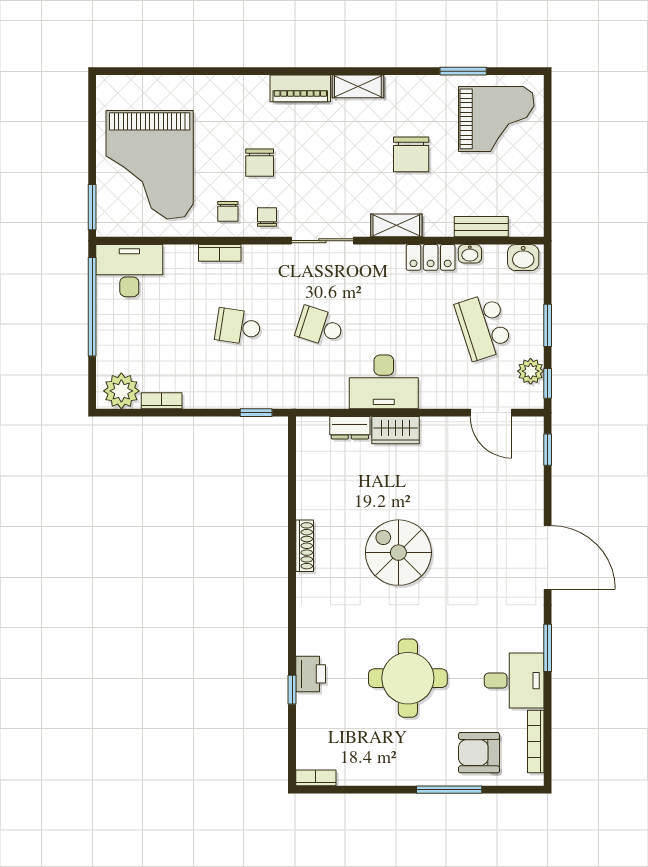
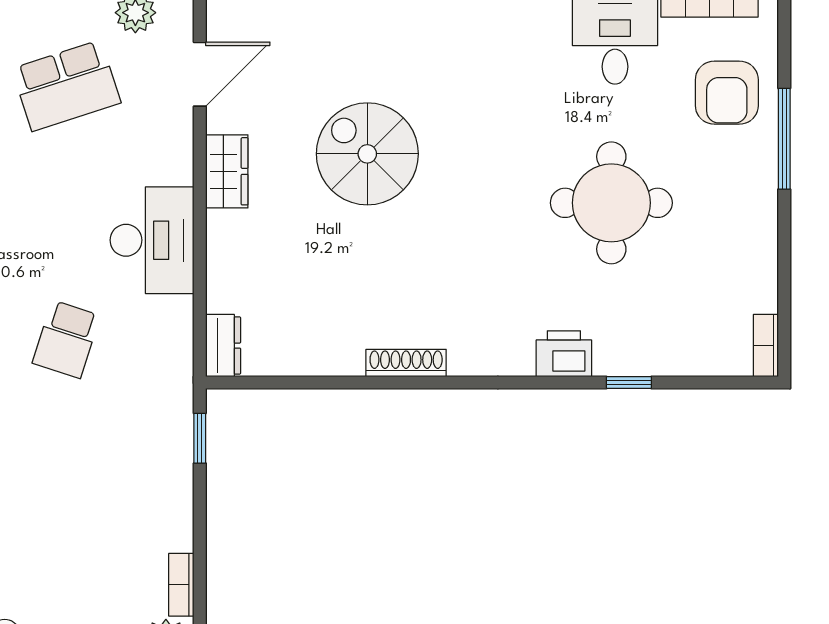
school desk: (238, 327) -> (66, 466), removed
dresser: (350, 428) -> (223, 346), moved
wardrobe: (395, 430) -> (227, 171), moved
spiral stairs: (398, 553) -> (367, 154), moved, turned 90
printer: (311, 674) -> (564, 354), moved

